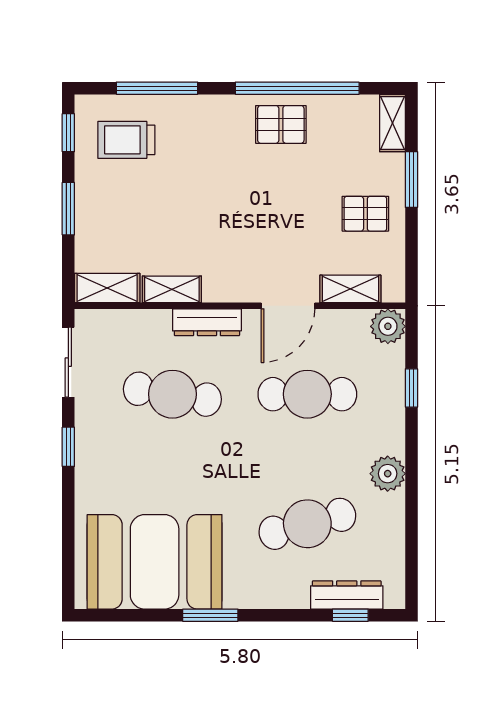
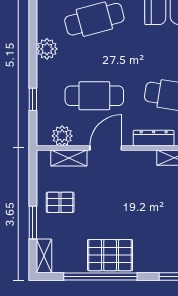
pallet: (281, 124) -> (110, 255), width x1.50, depth x1.42
plant: (388, 326) -> (62, 136), moved

